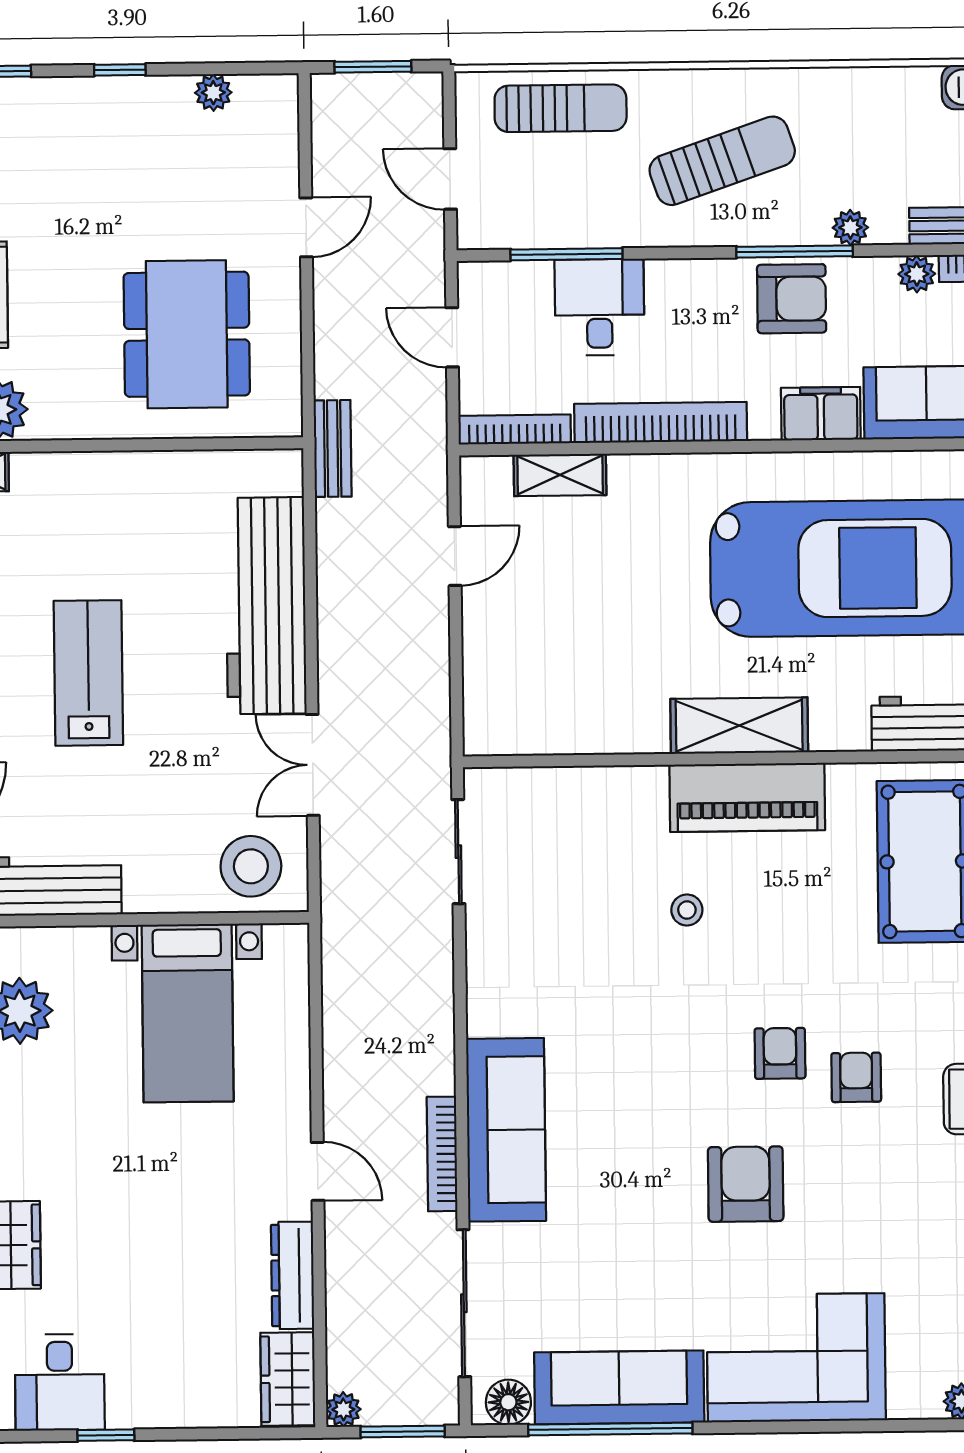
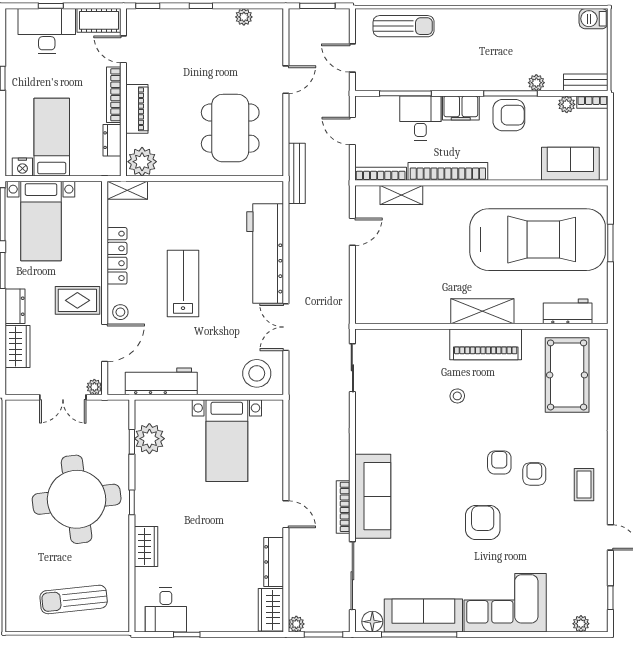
sun lounger: (722, 161) -> (478, 51), removed
filing cabinet: (821, 414) -> (461, 108), moved, turned 180
bench: (333, 448) -> (297, 173), width x1.36

